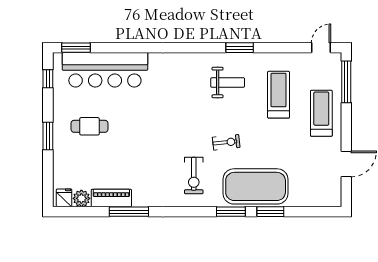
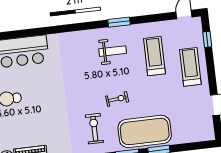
window: (346, 82) -> (207, 39), width x0.46
exercise bike: (194, 176) -> (94, 129), turned 180

